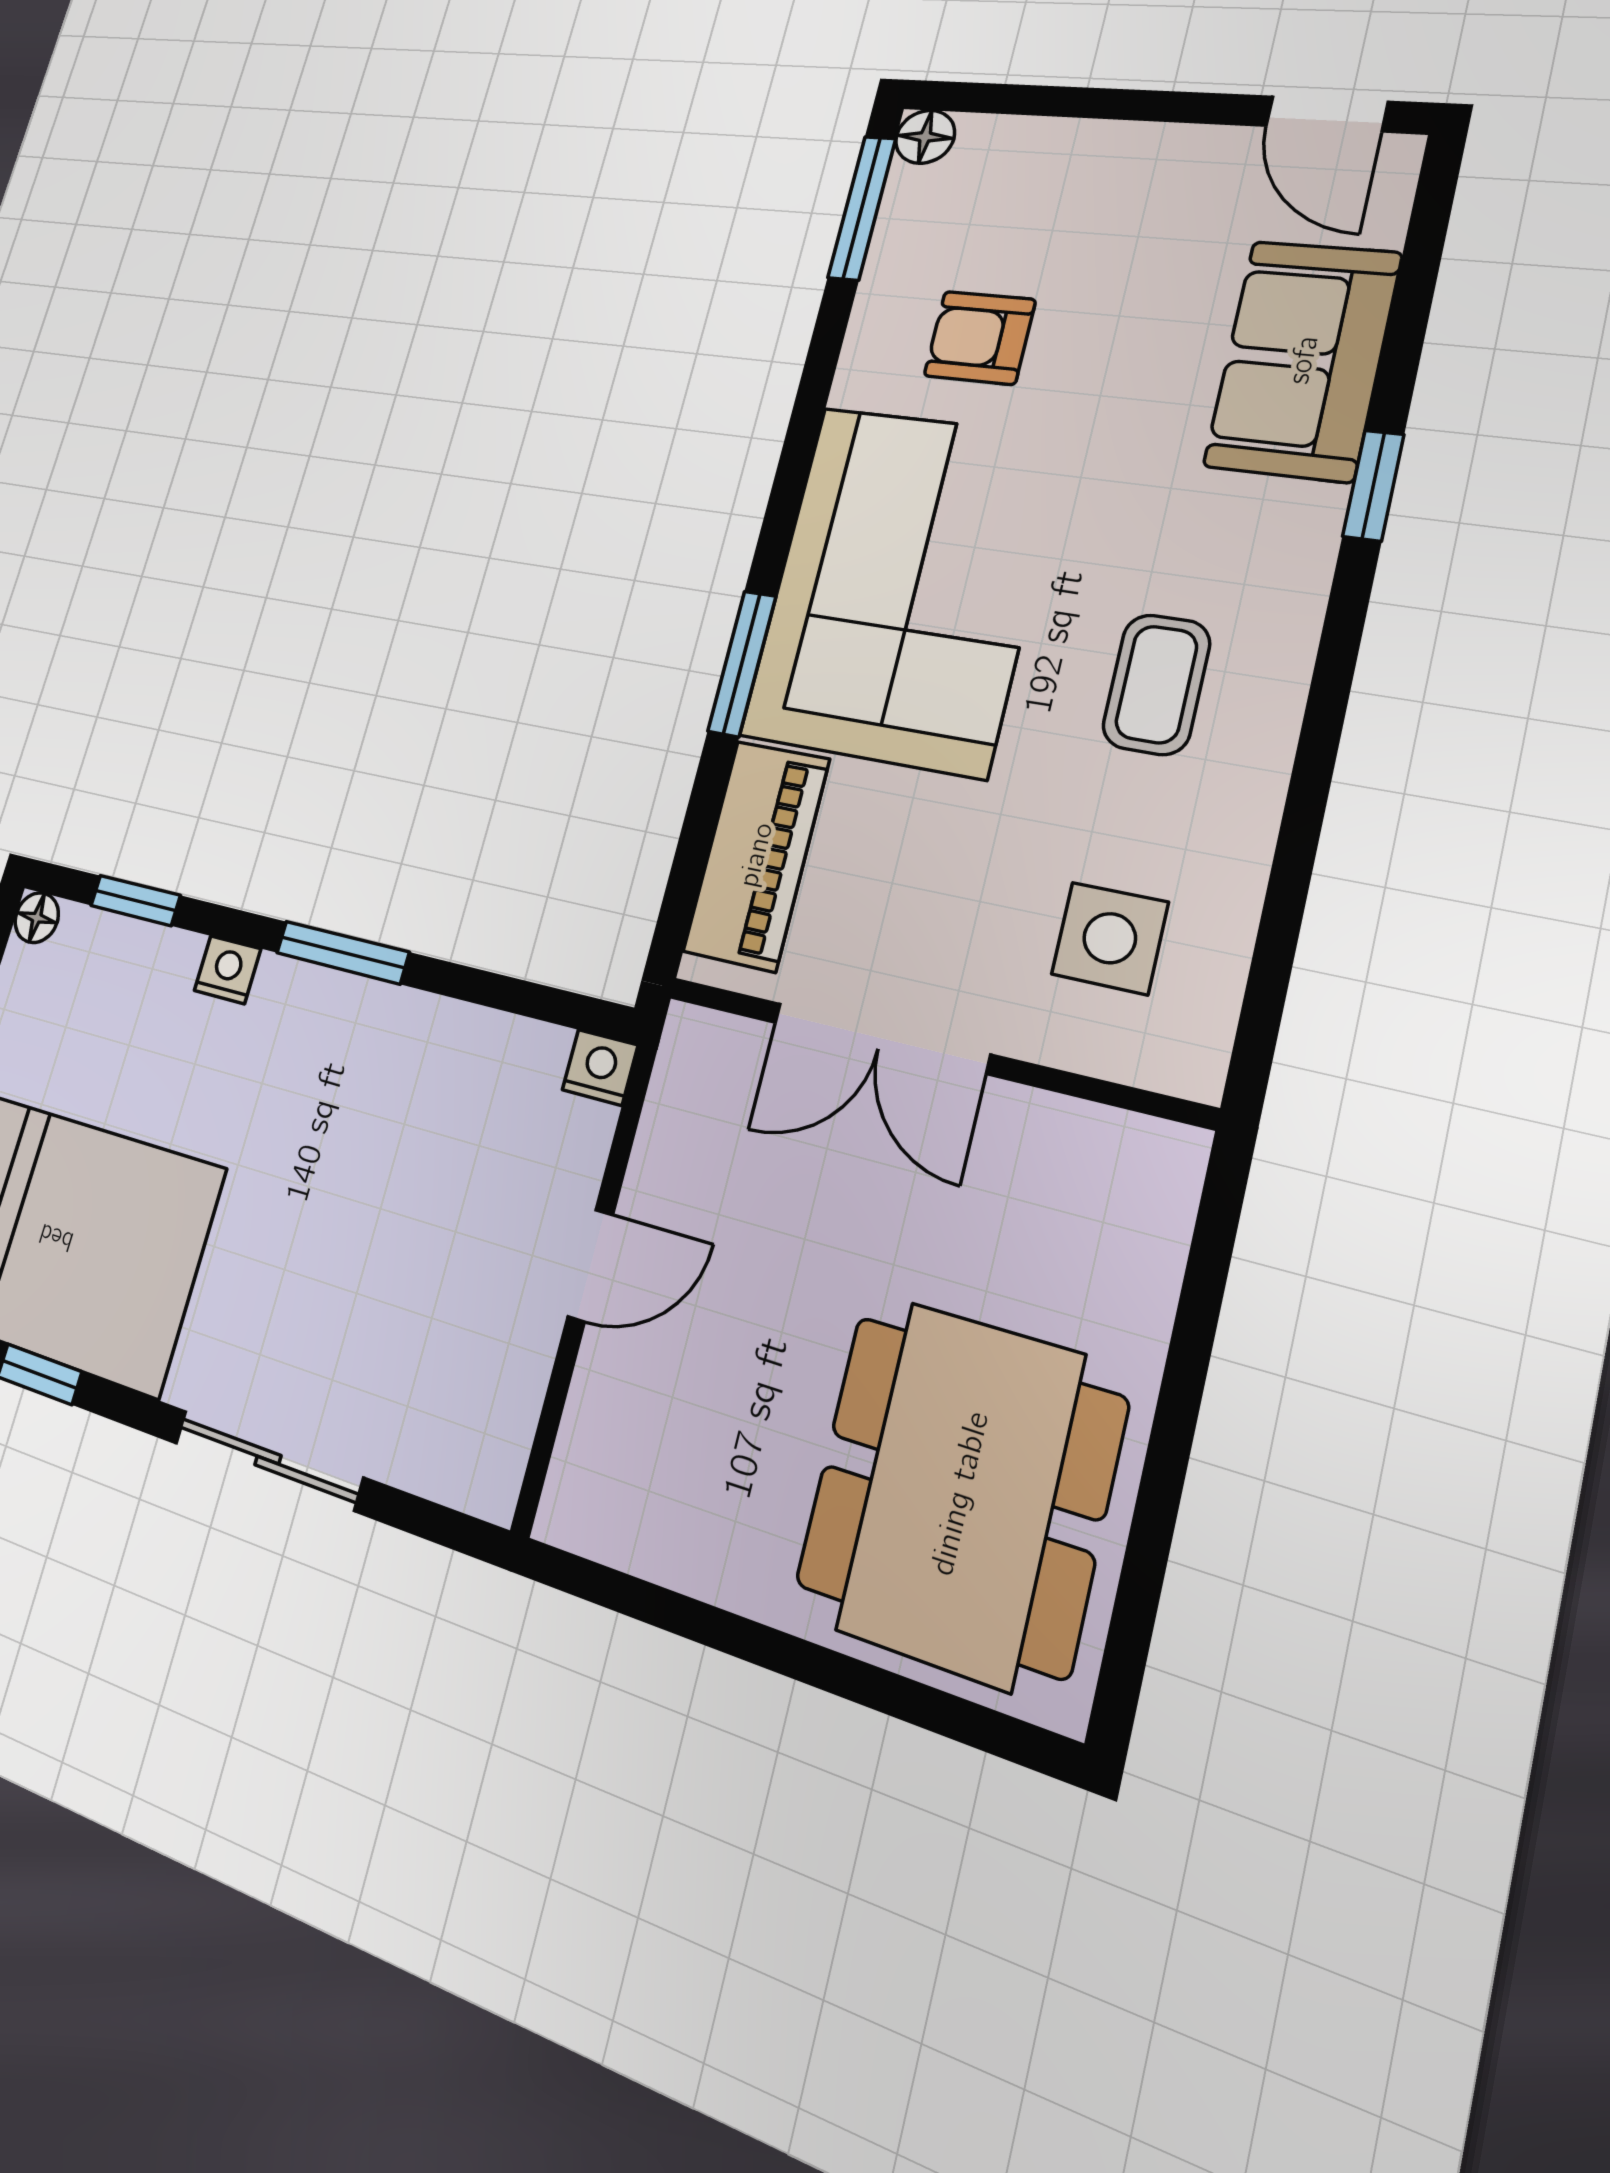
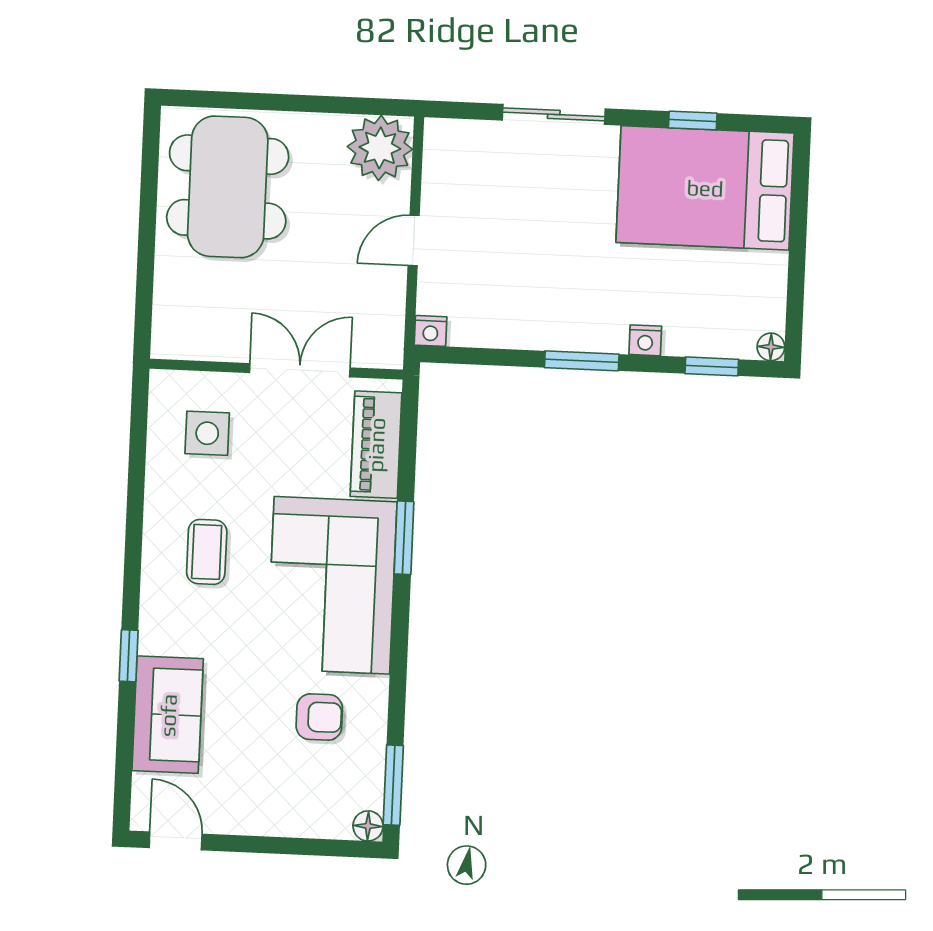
plant: (613, 1488) -> (380, 148), added

